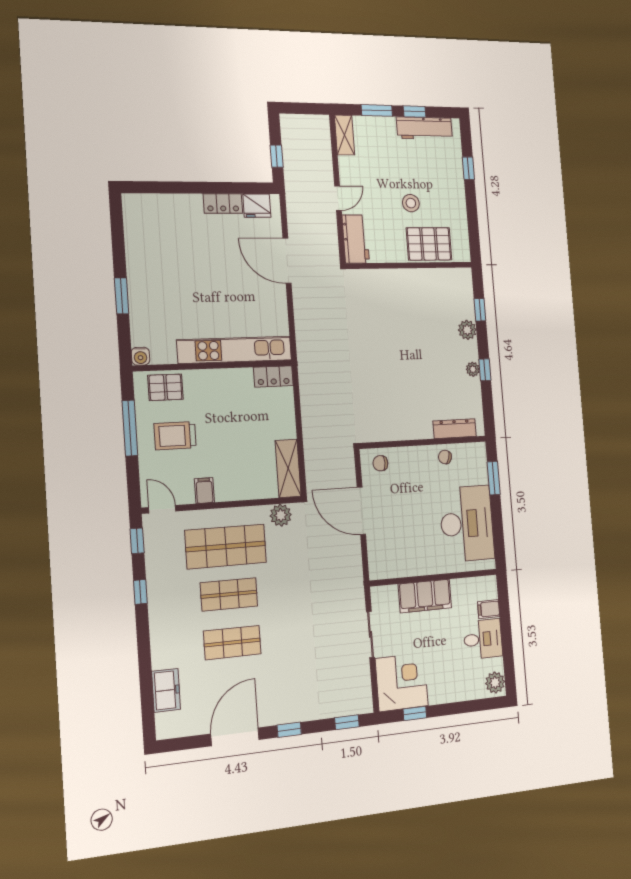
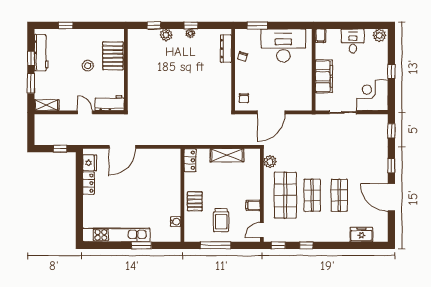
kitchen unit: (235, 350) -> (116, 235), moved, turned 90
water cooler: (140, 356) -> (176, 222), moved
pallet: (166, 387) -> (195, 201), moved
shelving: (288, 468) -> (227, 155), moved
filing cabinet: (489, 609) -> (321, 36), moved
window: (415, 713) -> (391, 71), moved

